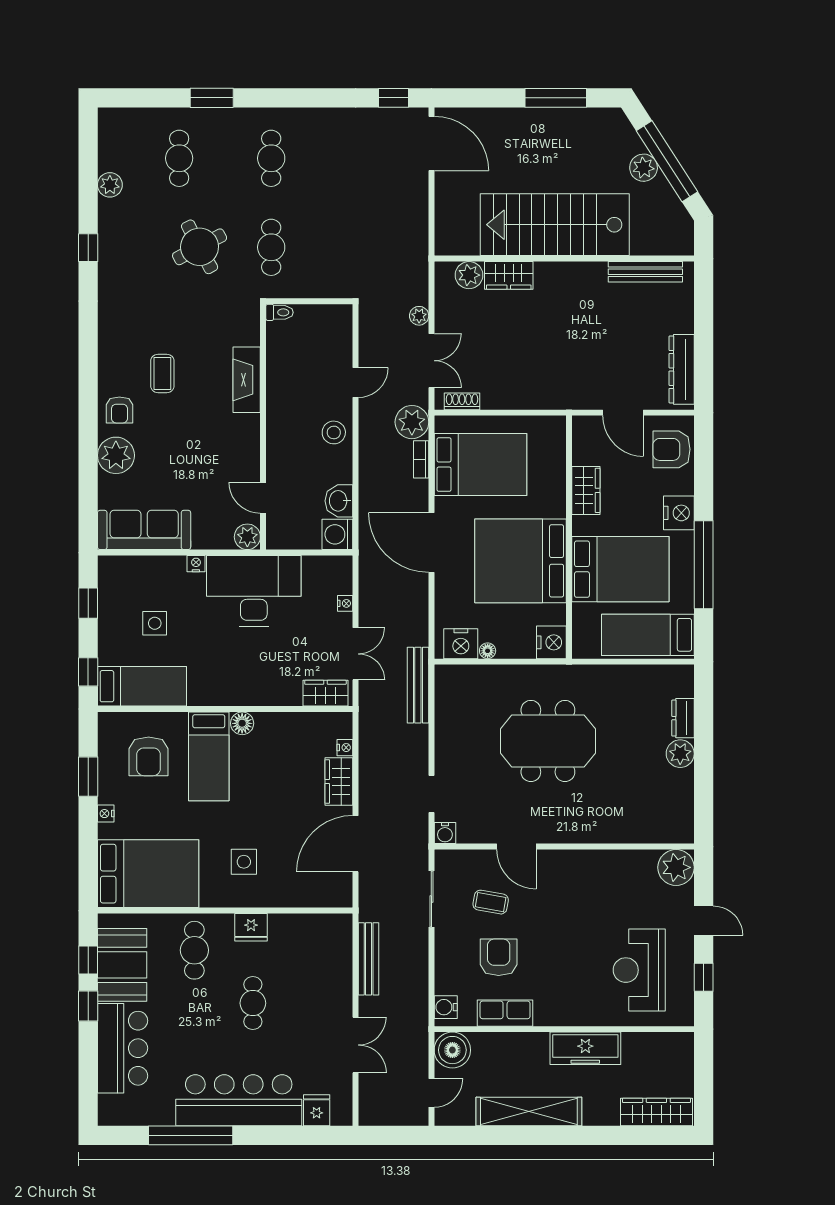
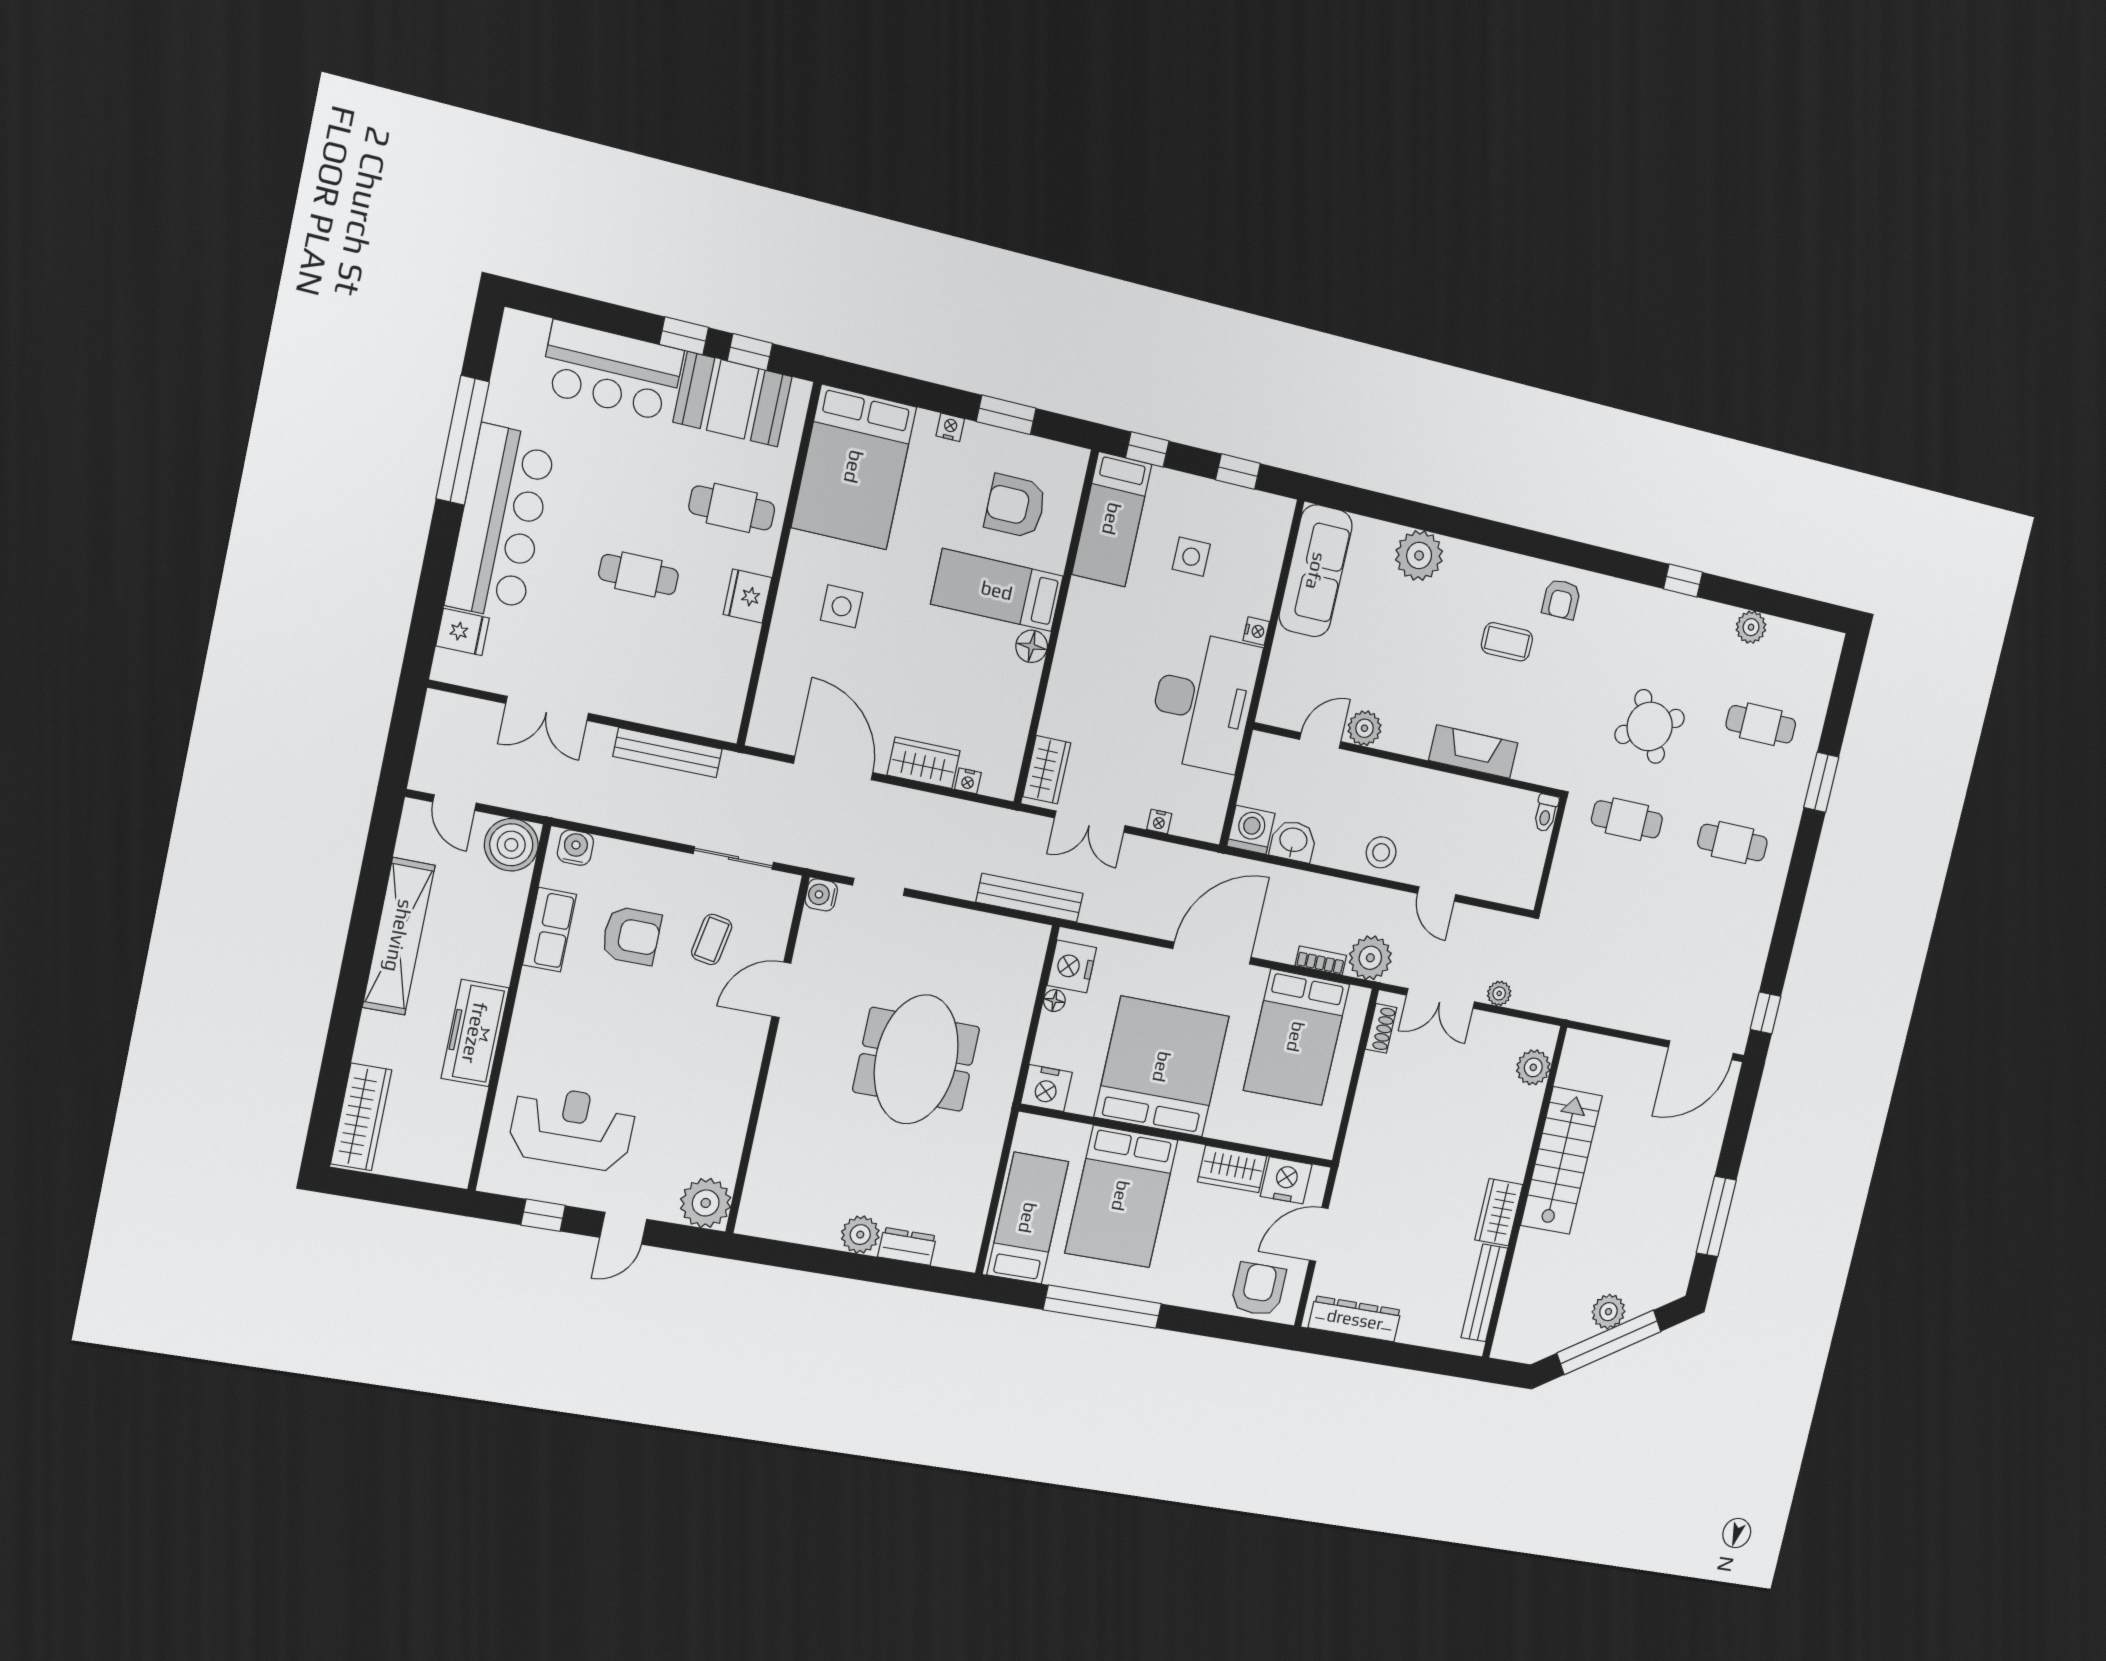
stairs: (555, 225) -> (1561, 1161), width x0.73, depth x0.66
wardrobe: (509, 275) -> (1499, 1212), moved
armchair: (119, 410) -> (1561, 599), moved, turned -90
nightstand: (679, 513) -> (1286, 1180), moved, turned 180
plant: (247, 537) -> (1365, 728), moved

